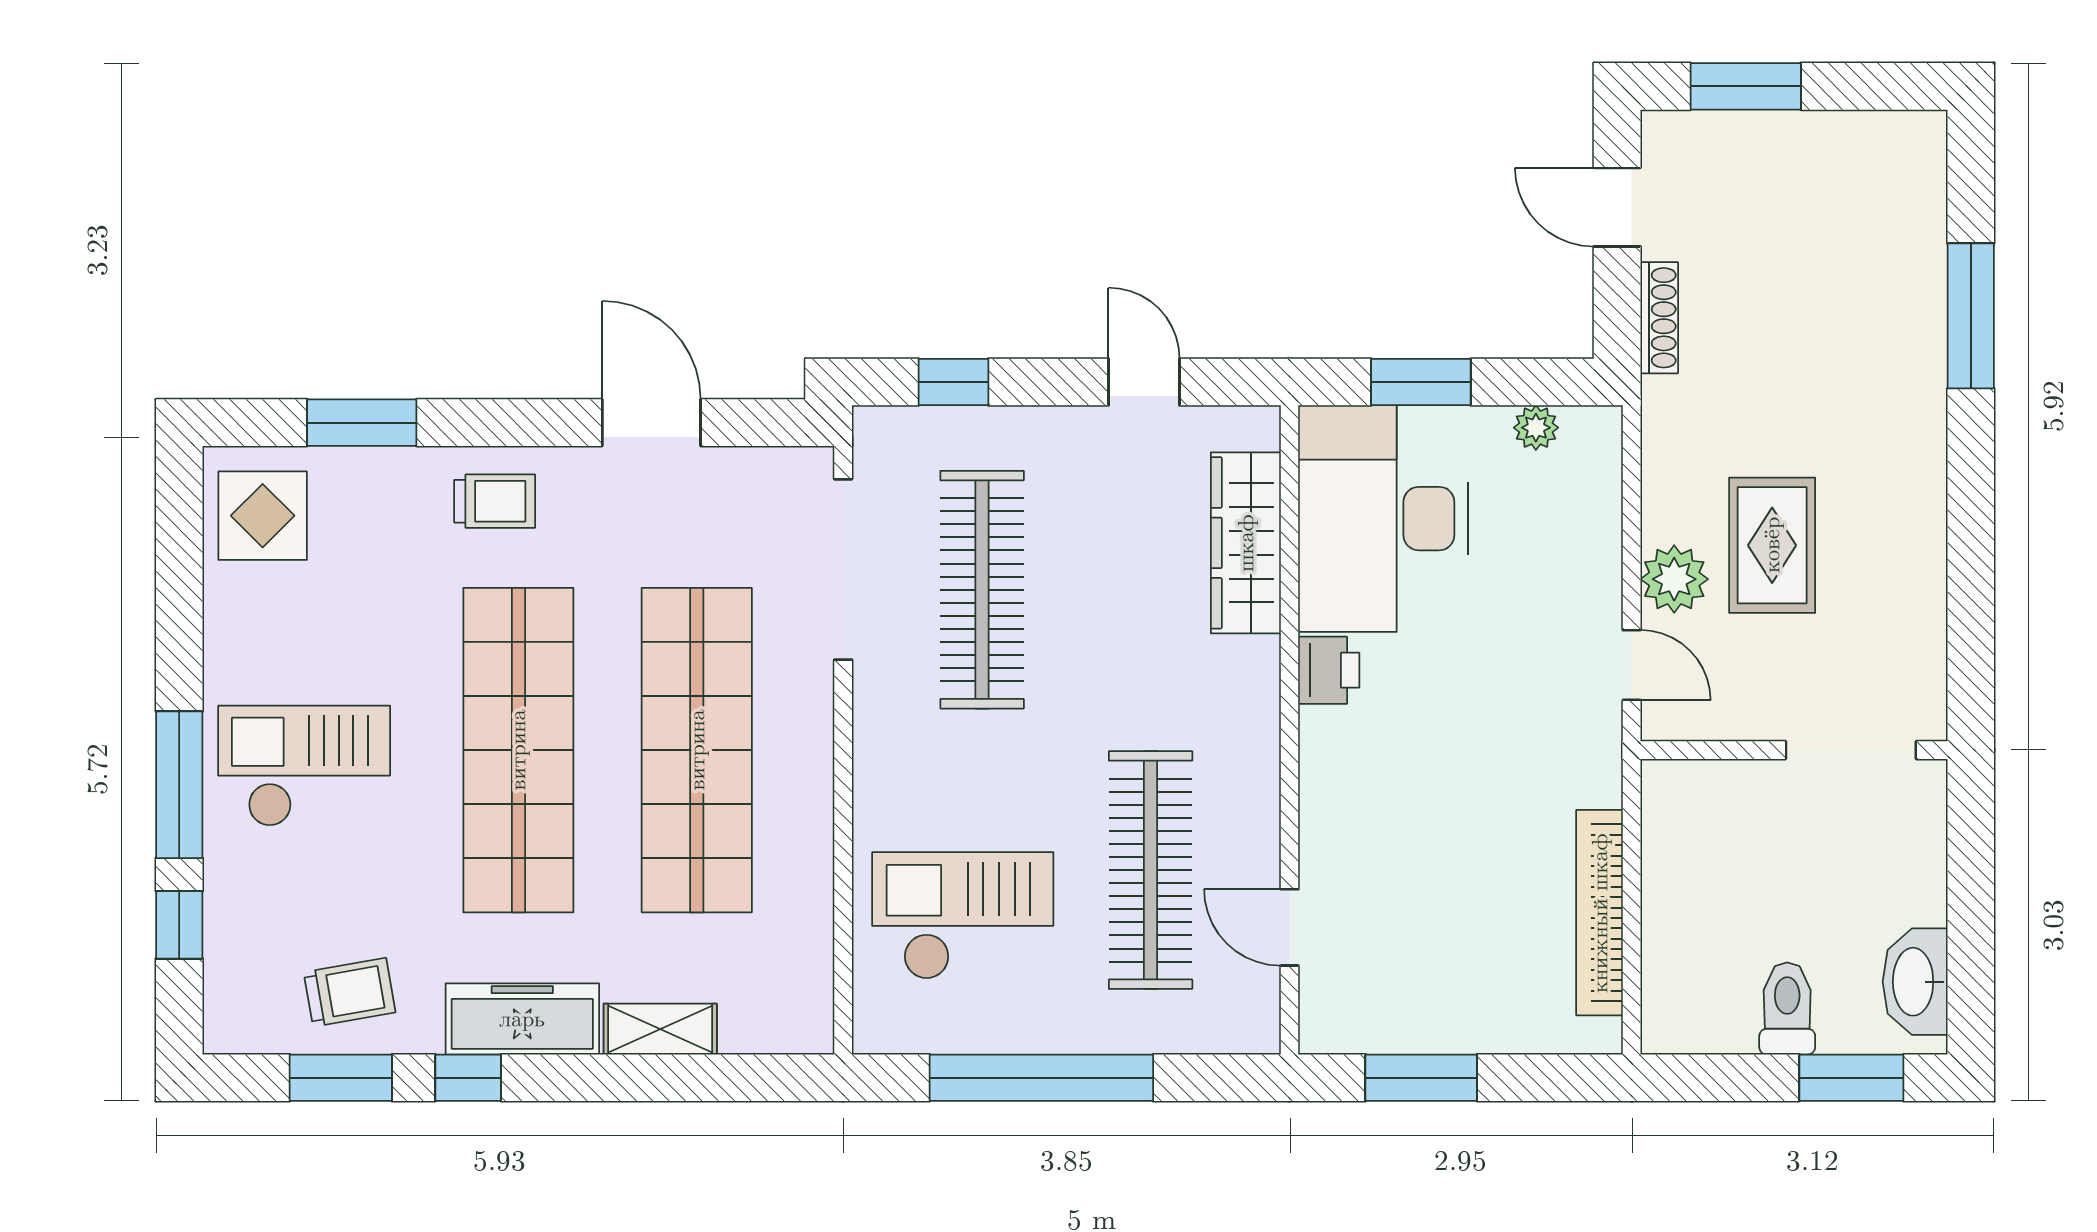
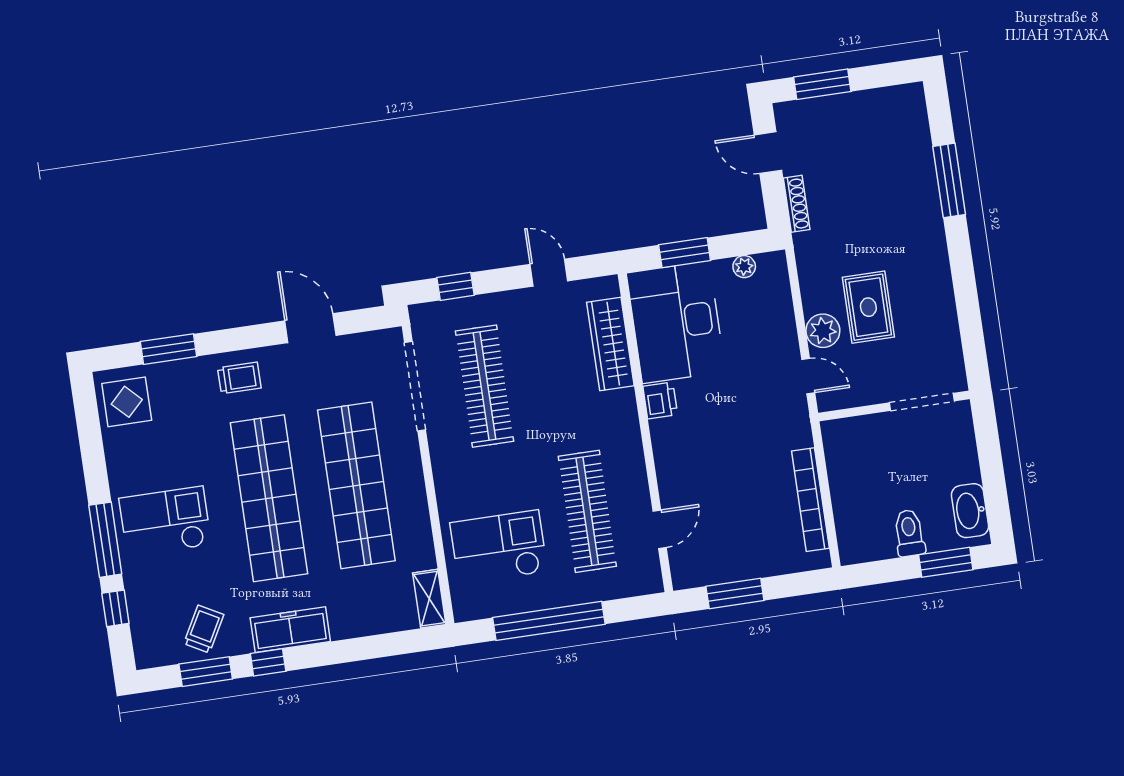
door: (1290, 927) -> (660, 529), swing flipped
trolley: (350, 992) -> (204, 629), turned -51
shelving: (660, 1029) -> (429, 599), moved, turned 90

